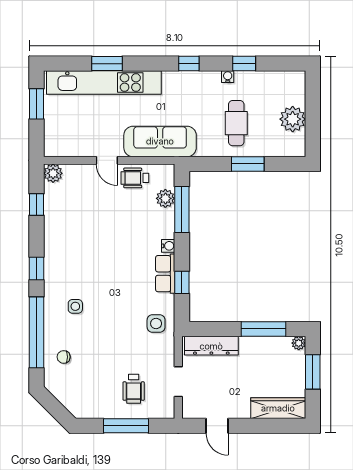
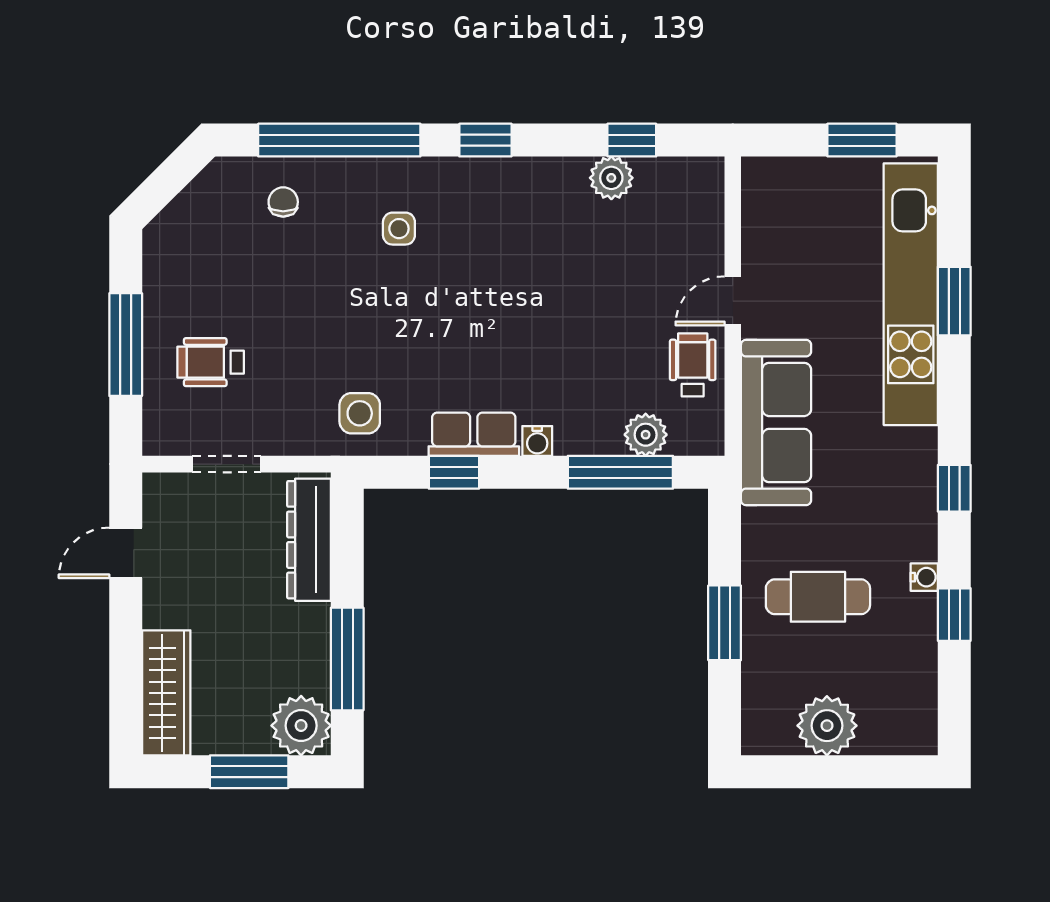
plant: (53, 173) -> (611, 178), moved
plant: (299, 343) -> (301, 726), width x1.88, depth x1.88

